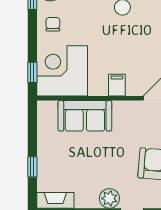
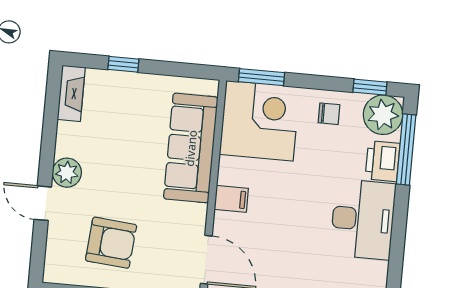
window: (32, 72) -> (262, 77), width x1.50
sofa: (85, 116) -> (191, 148), width x1.36

